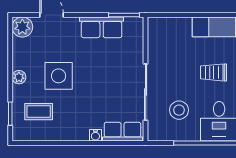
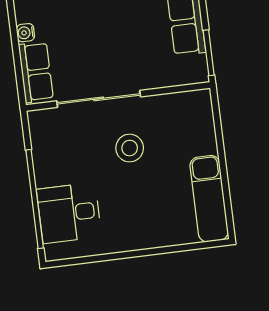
trolley: (214, 72) -> (140, 196), removed
stool: (179, 110) -> (130, 148), moved

